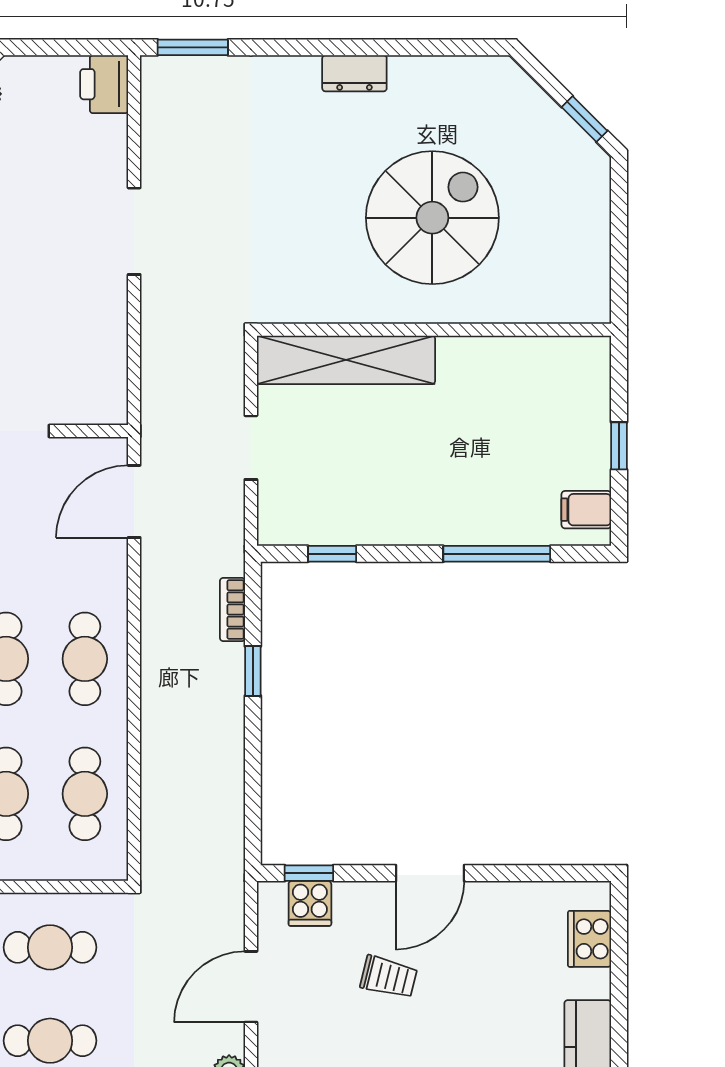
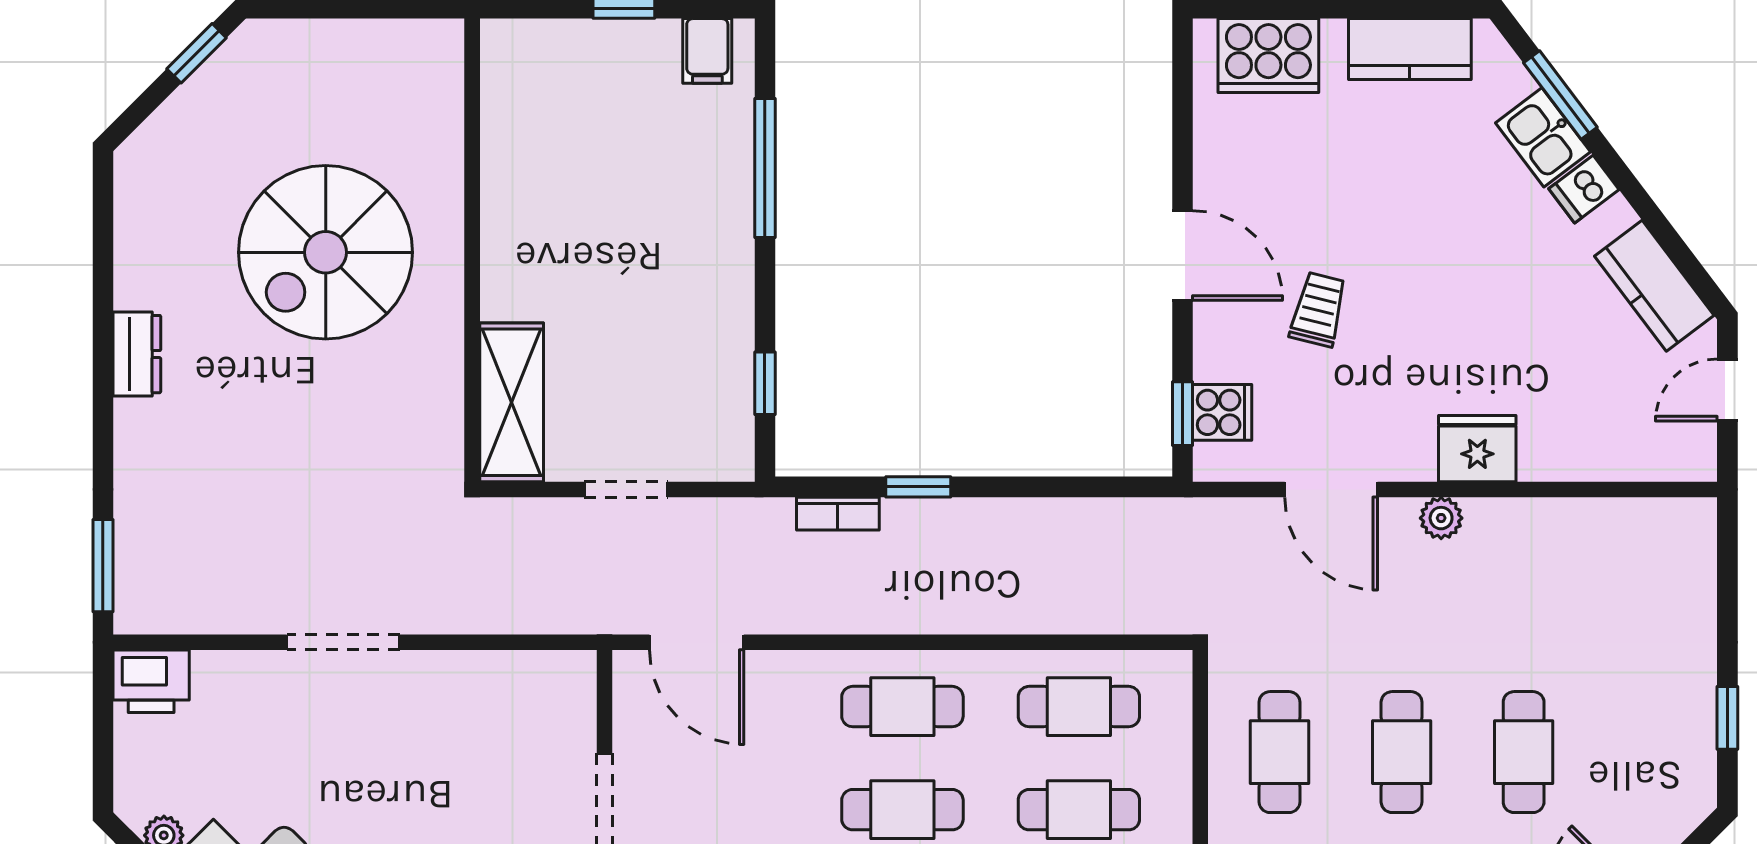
spiral stairs: (432, 218) -> (326, 252), turned -90
shelving: (346, 360) -> (512, 402), width x0.68
cooker: (590, 939) -> (1268, 56), width x1.37, depth x1.31

